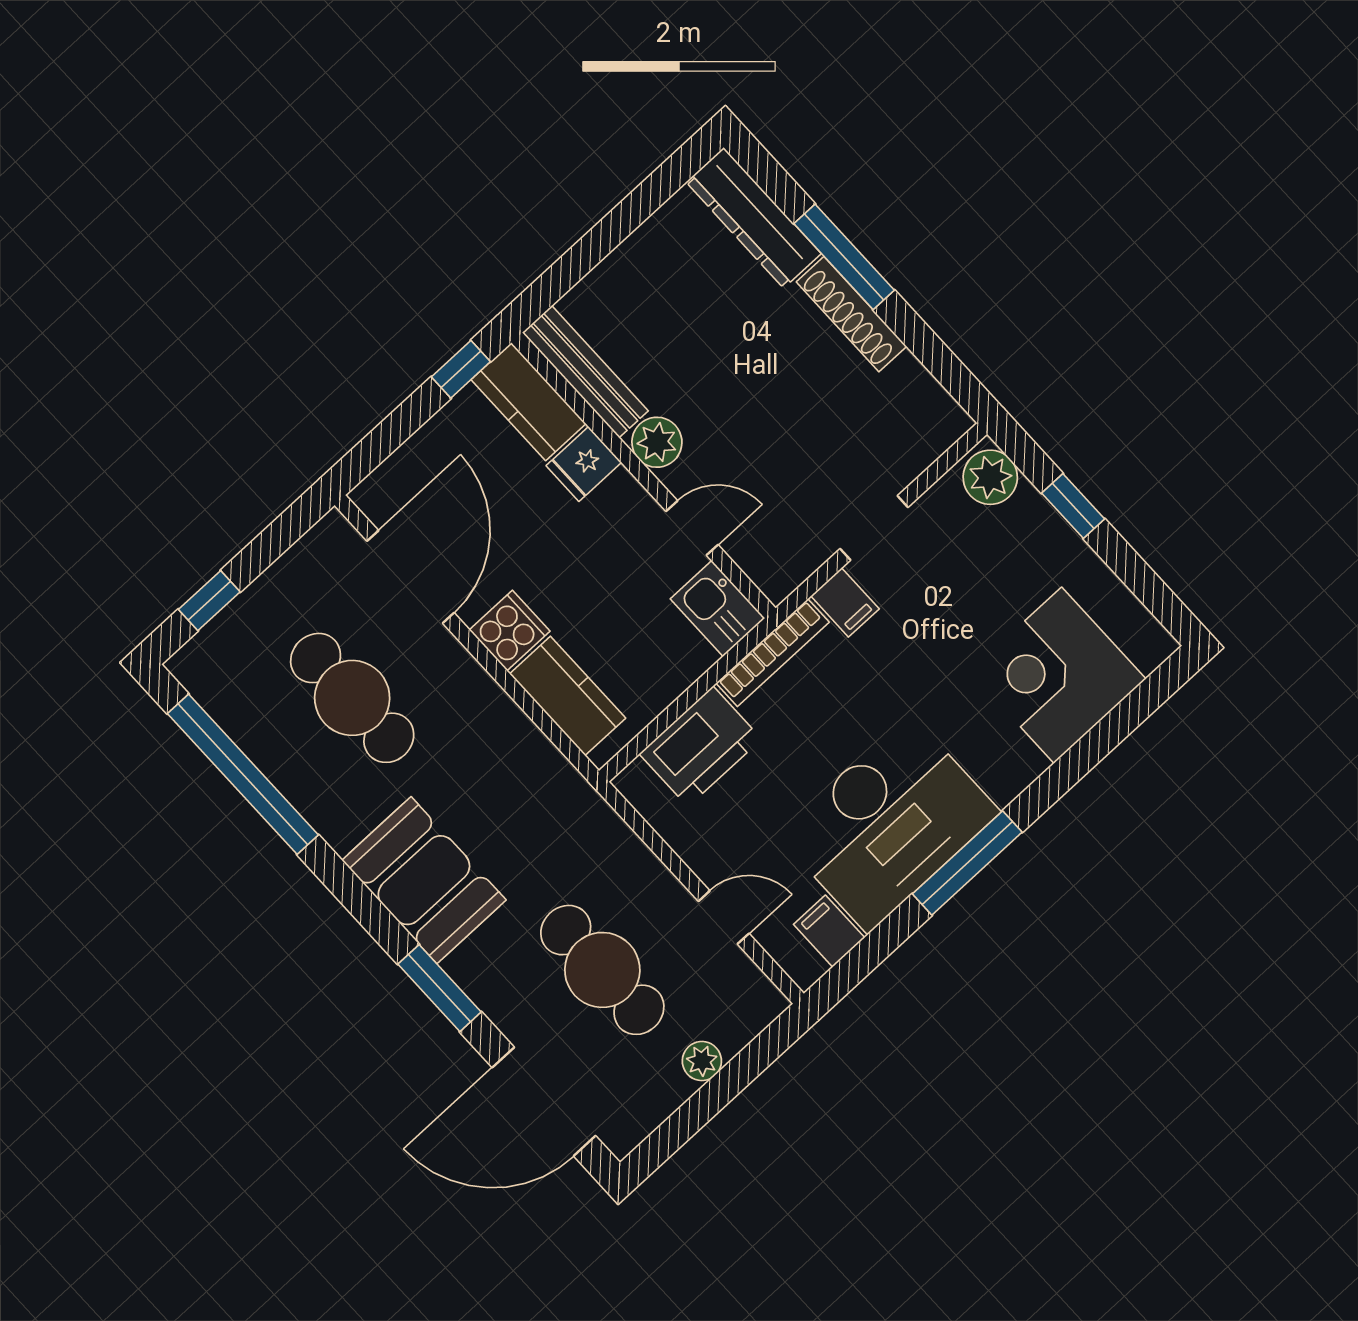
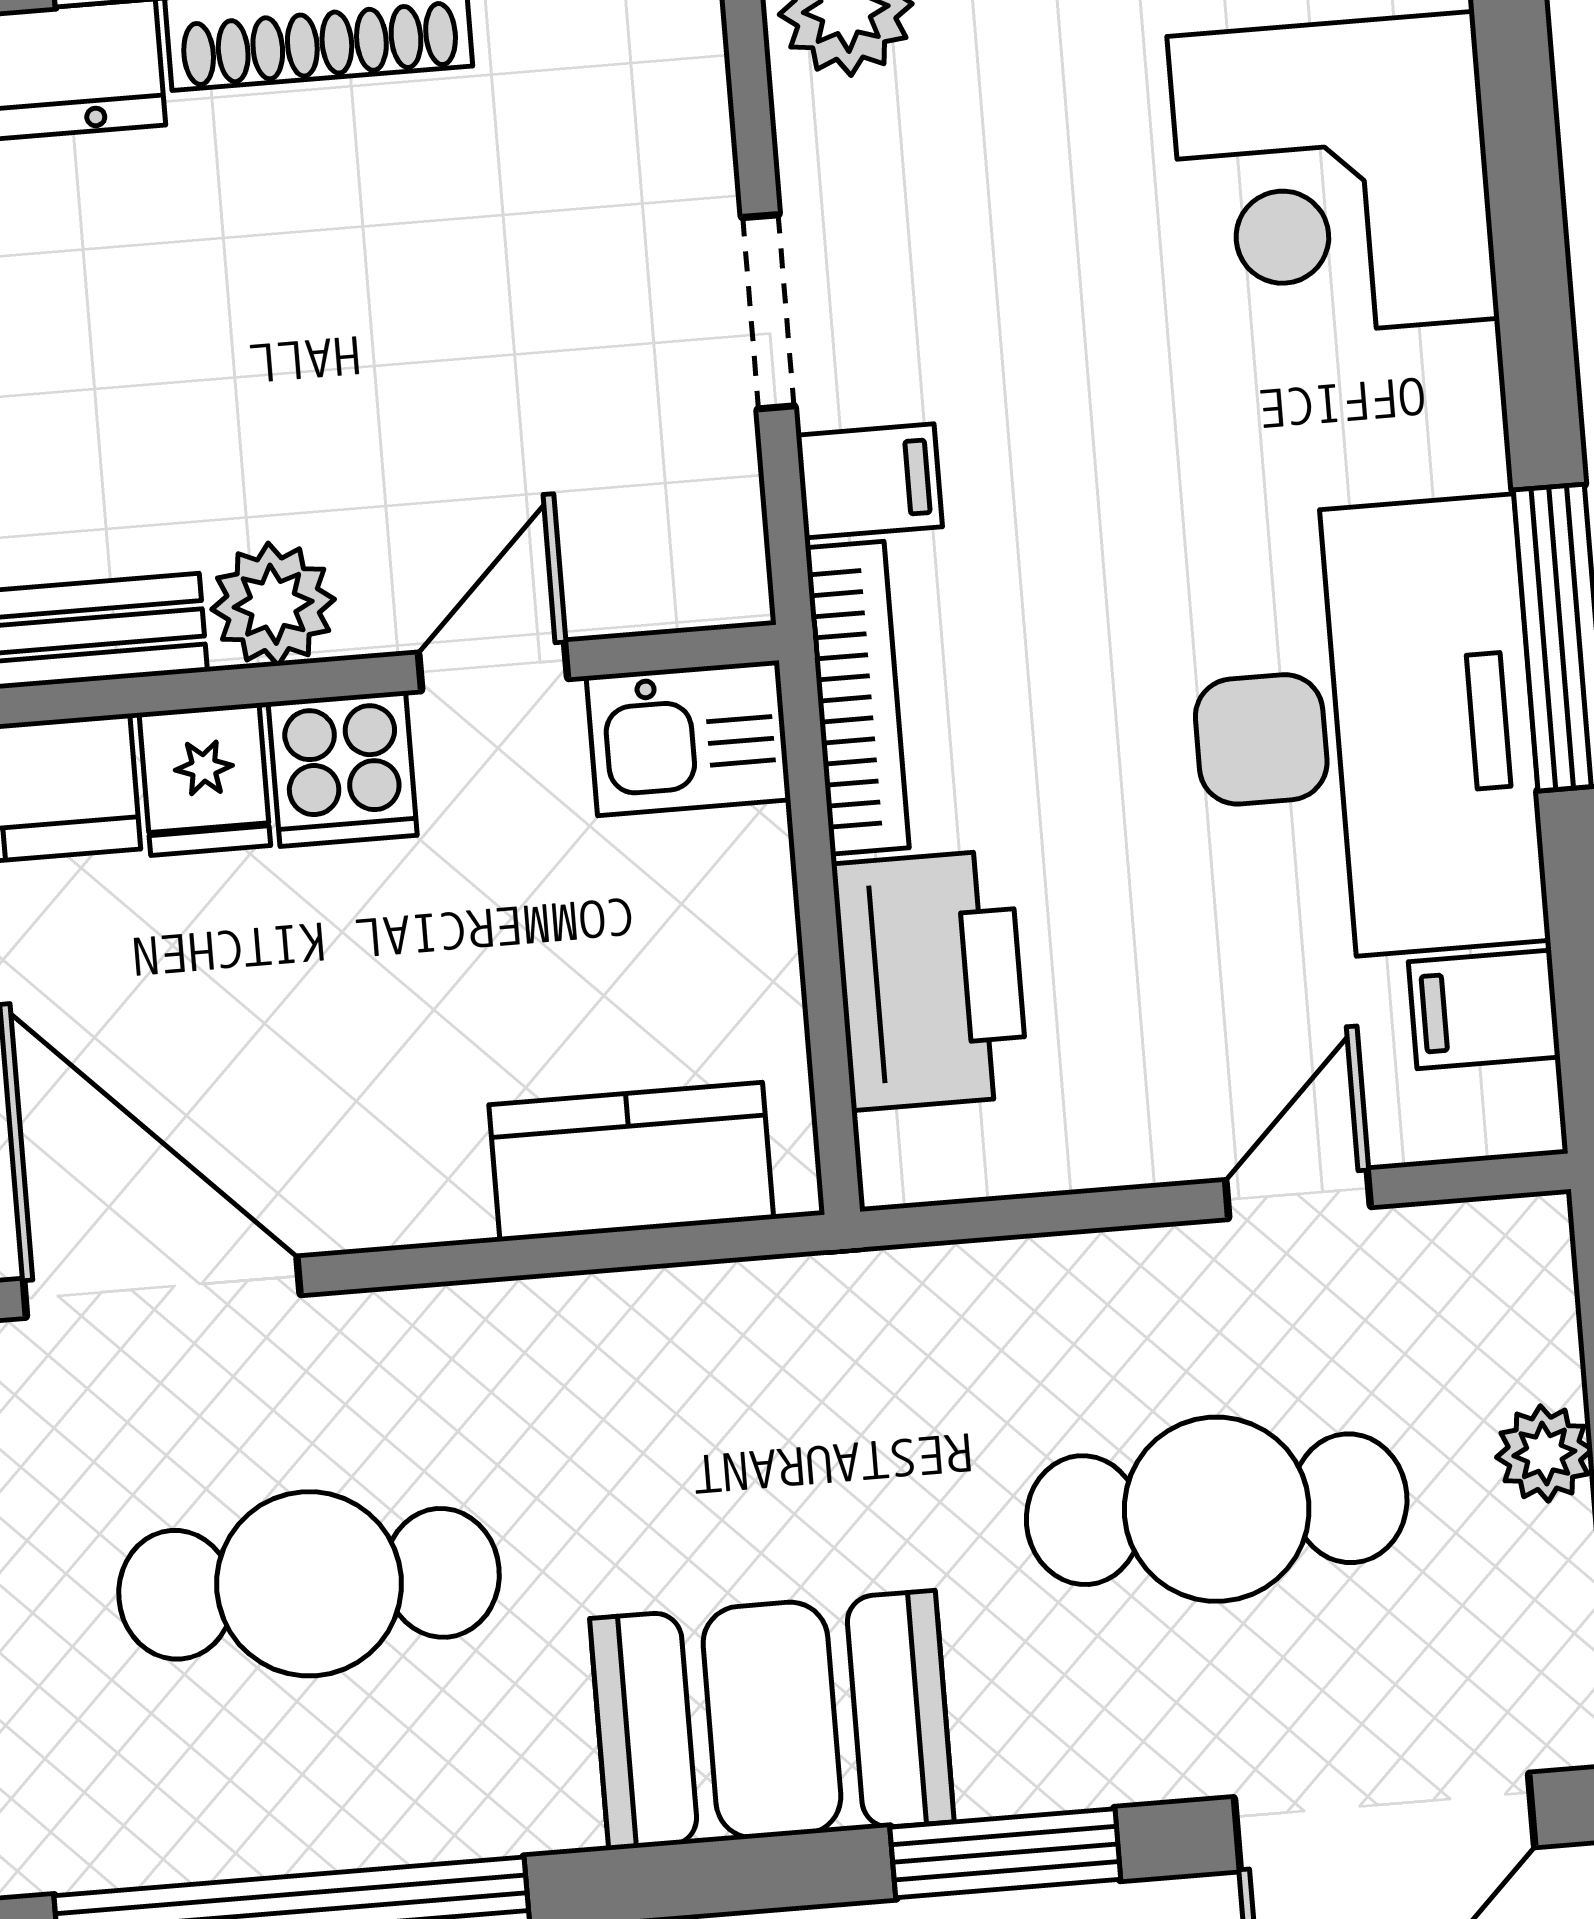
cooker: (510, 630) -> (343, 769), moved, turned 180

